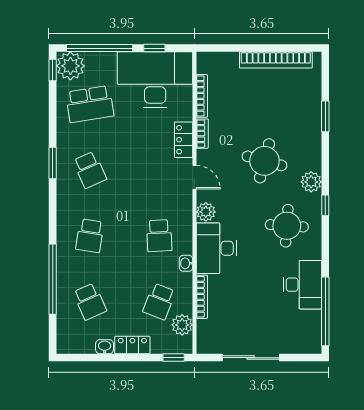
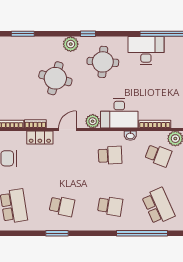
school desk: (90, 170) -> (62, 206), turned 36
school desk: (90, 301) -> (158, 206), width x1.85

